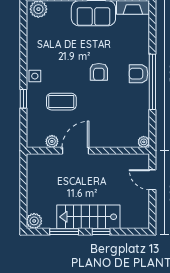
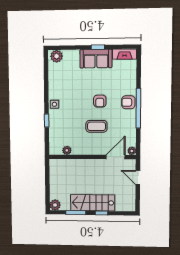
coffee table: (61, 102) -> (96, 126), moved
door: (75, 151) -> (116, 157), moved

